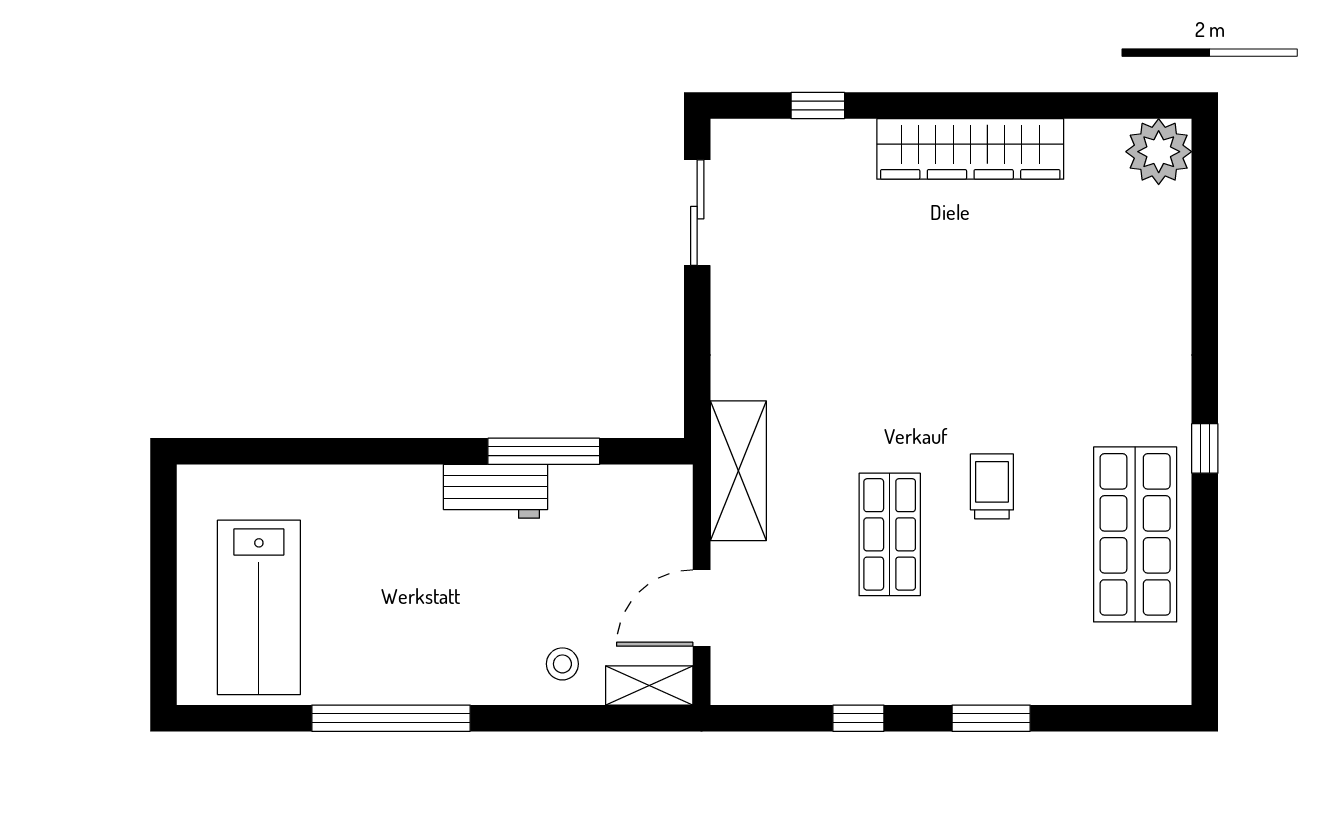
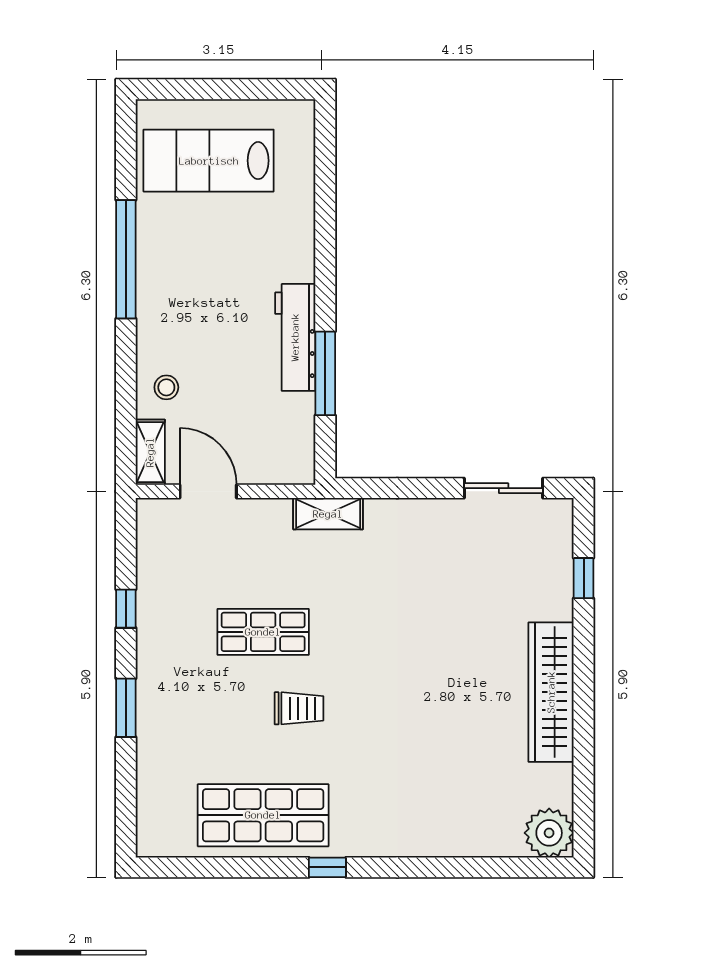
shelving: (738, 471) -> (328, 514), width x0.67, depth x0.75
workbench: (496, 491) -> (295, 337), width x1.38

